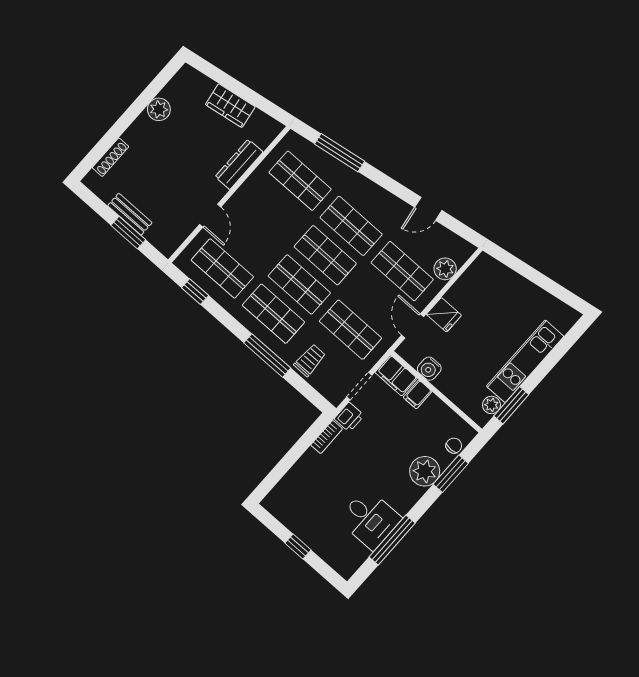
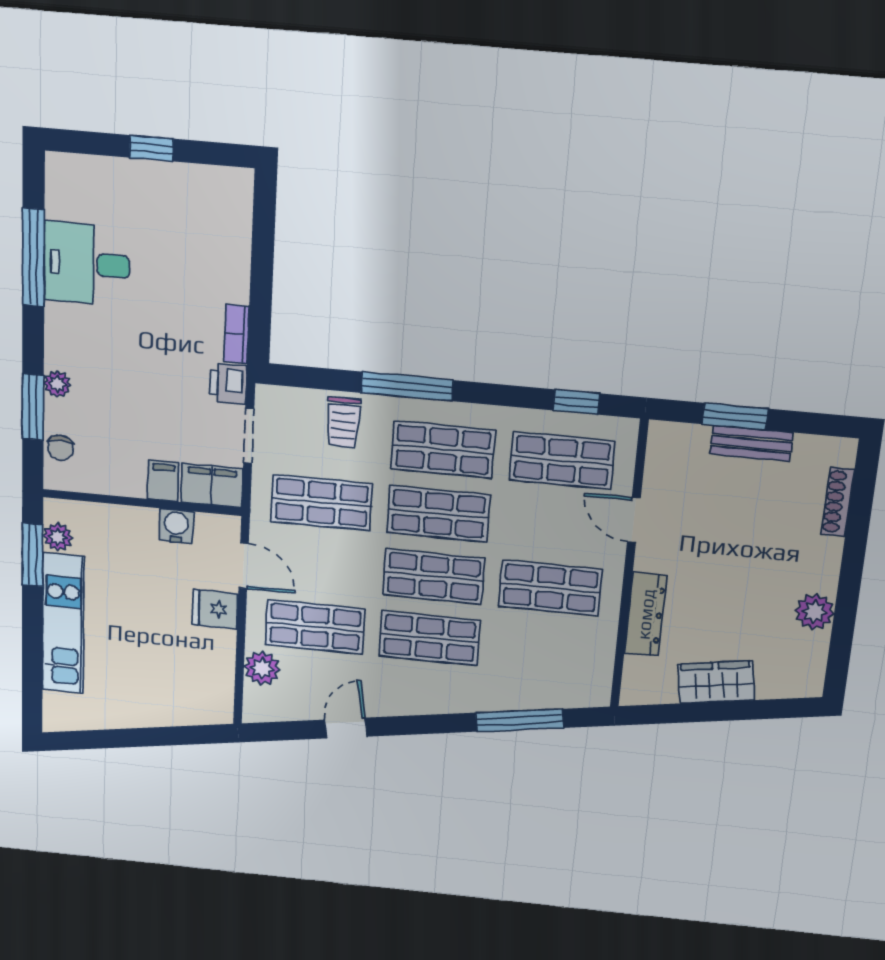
shop shelf: (300, 181) -> (550, 588), moved
plant: (425, 471) -> (57, 384), width x0.53, depth x0.53

